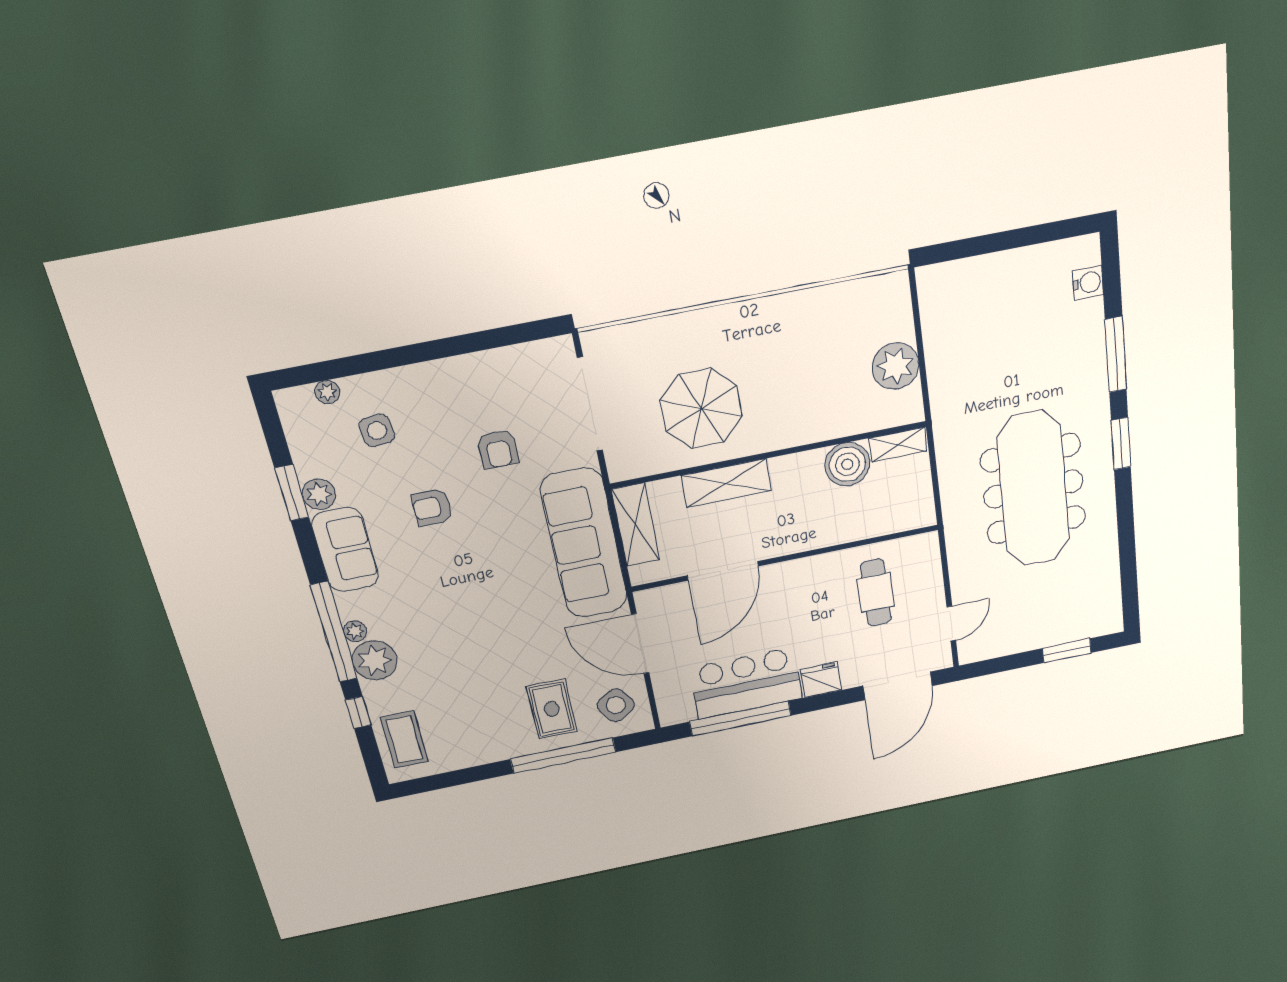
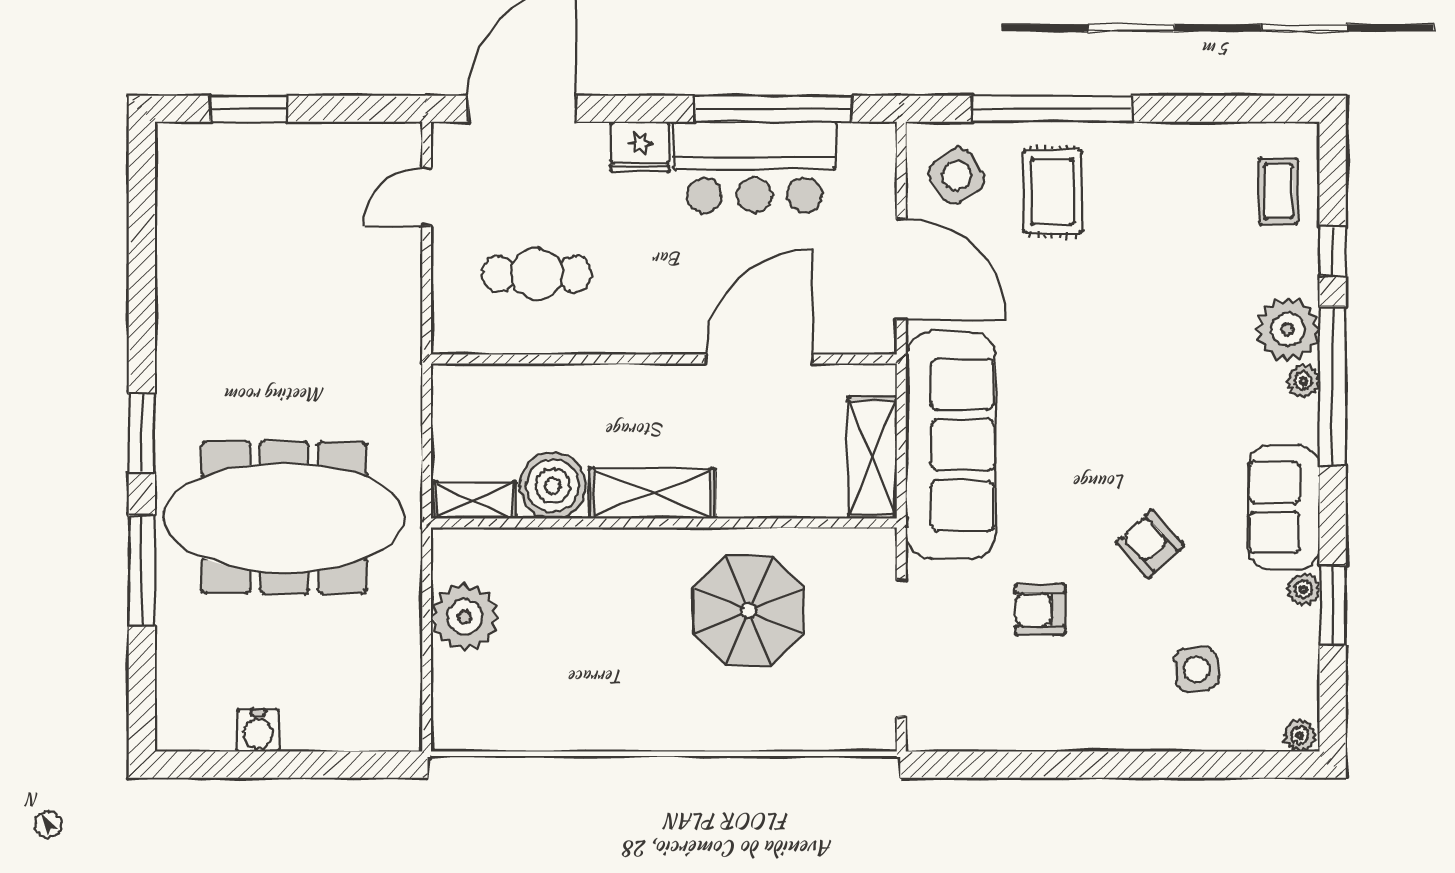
water cooler: (1088, 283) -> (258, 730), moved, turned -90
plant: (327, 392) -> (1300, 735), moved
armchair: (498, 449) -> (1040, 610), turned -90
shelving: (726, 483) -> (652, 493), moved
meeting table: (1033, 489) -> (284, 517), moved, turned 90
plant: (319, 494) -> (1303, 589), width x0.73, depth x0.73
armchair: (432, 507) -> (1150, 544), turned -133
cafe table: (876, 593) -> (537, 274), turned 90
coffee table: (404, 740) -> (1278, 191), width x0.73, depth x0.77

